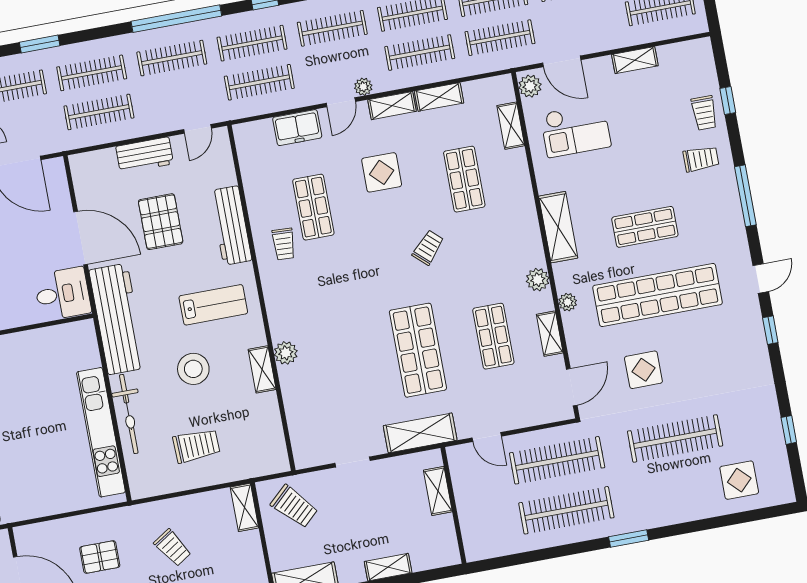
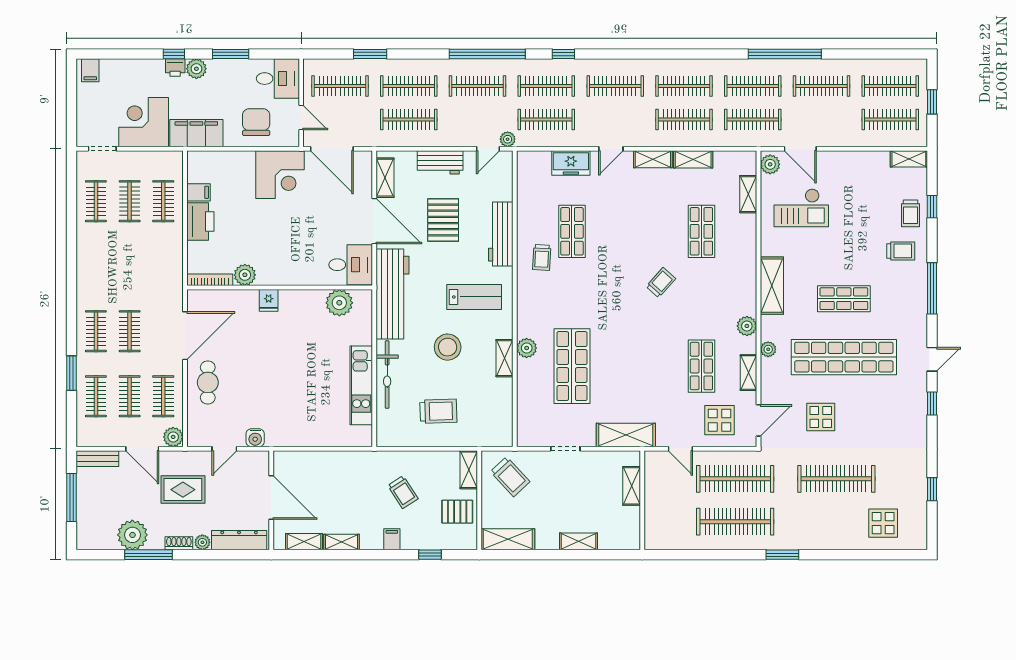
shelving: (635, 60) -> (909, 159), moved
plant: (363, 87) -> (508, 139), moved
display table: (382, 172) -> (719, 420), moved
shelving: (84, 185) -> (385, 178), added
plant: (57, 341) -> (339, 303), added
shop shelf: (418, 350) -> (572, 366), moved
kitchen unit: (101, 432) -> (361, 385), width x0.73
pallet: (100, 557) -> (457, 512), moved

